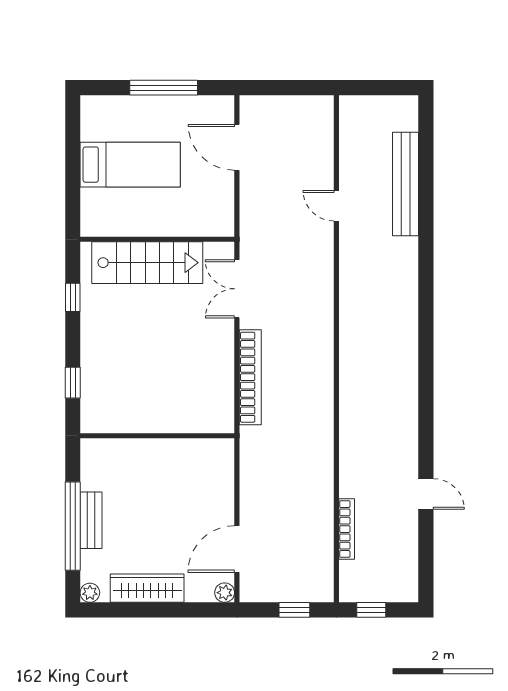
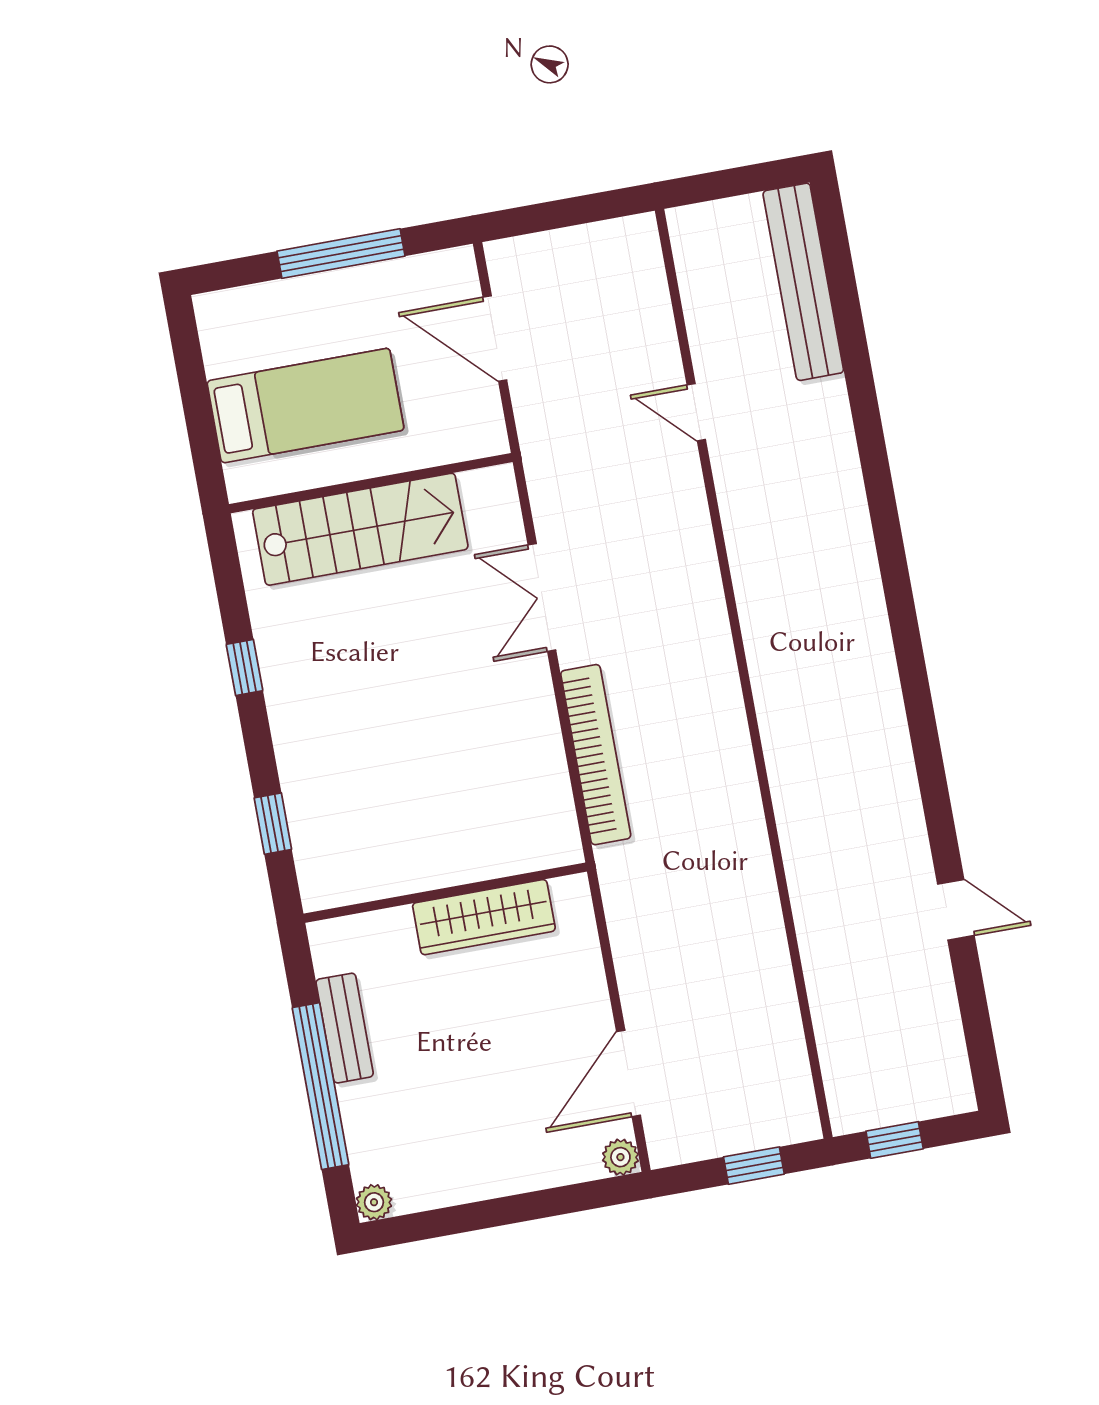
bench: (406, 184) -> (803, 282), moved
wall: (157, 239) -> (371, 483), moved
stairs: (147, 263) -> (360, 529), moved
bench: (91, 520) -> (345, 1028), moved
bookcase: (347, 529) -> (823, 1000), removed
wardrobe: (147, 588) -> (484, 917), moved, turned 180

